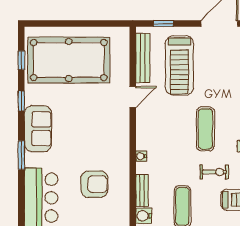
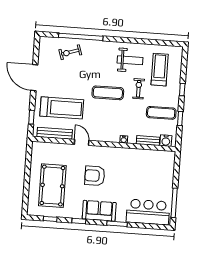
pool table: (69, 60) -> (52, 186), width x0.73, depth x0.76
armchair: (94, 184) -> (95, 176), moved, turned -90

